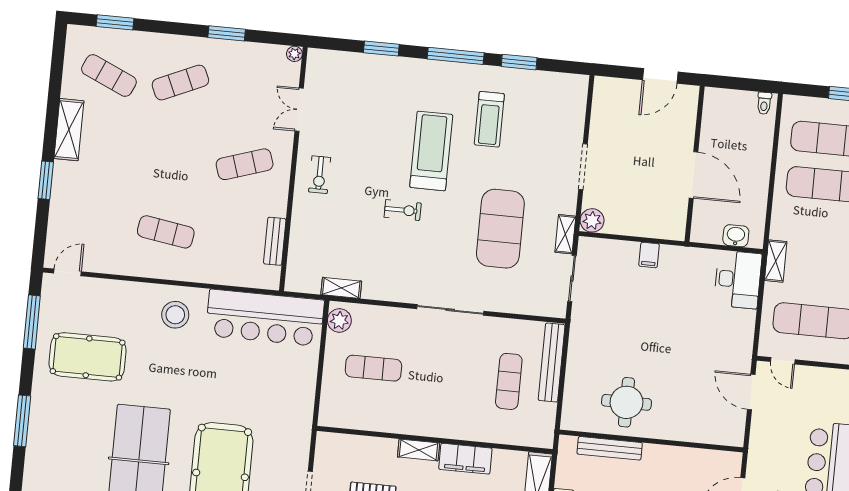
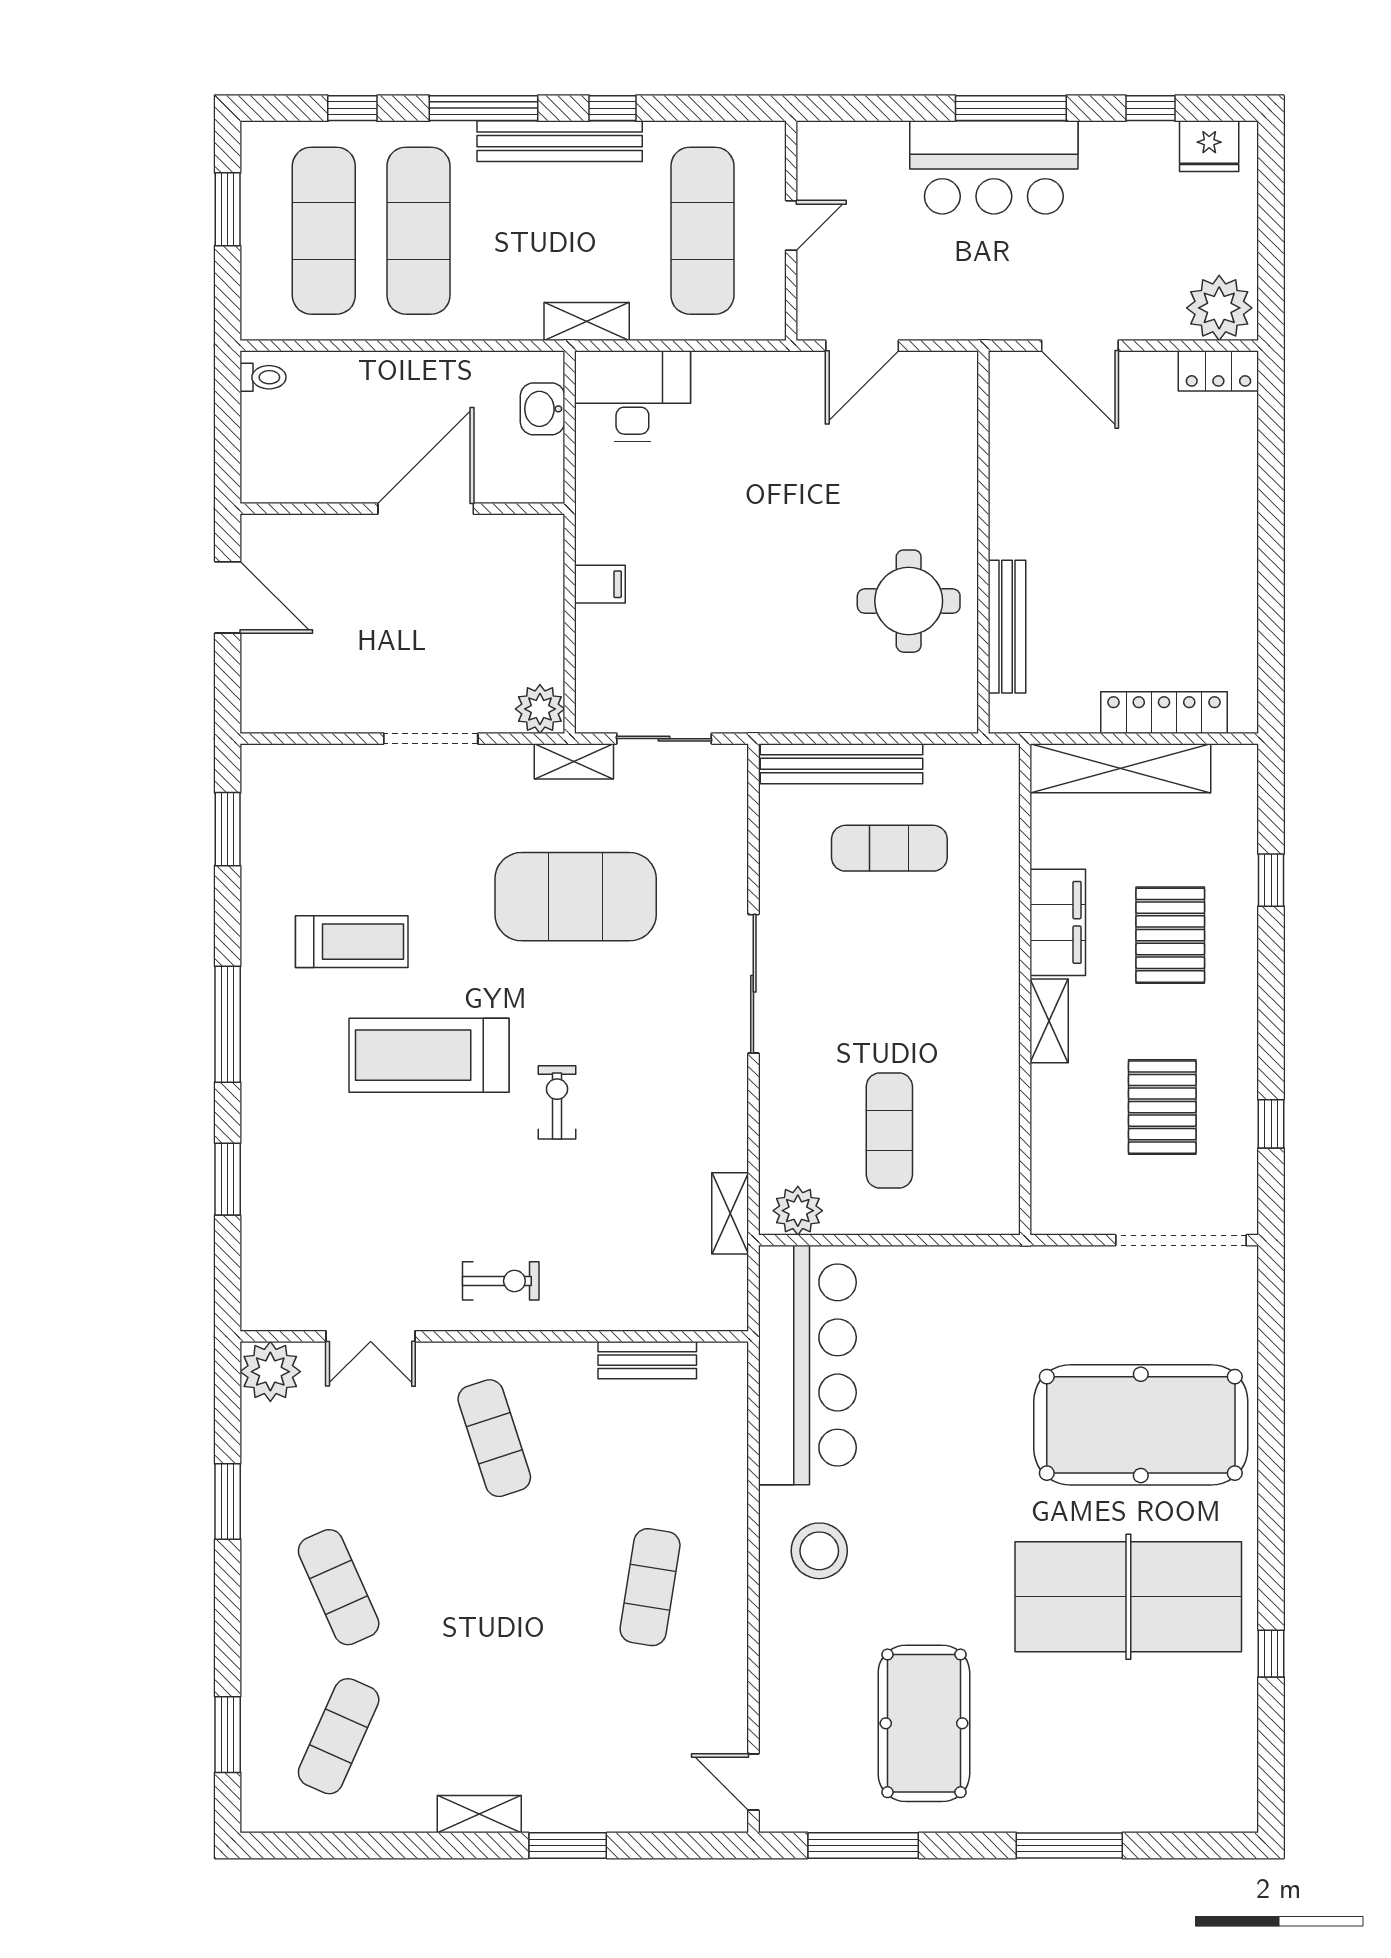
plant: (294, 54) -> (270, 1372), width x1.87, depth x1.87
window: (519, 62) -> (228, 829), moved
shelving: (69, 130) -> (479, 1814), width x0.67, depth x0.75
door: (783, 361) -> (791, 225), moved

